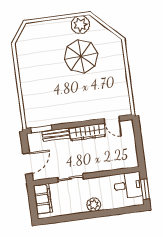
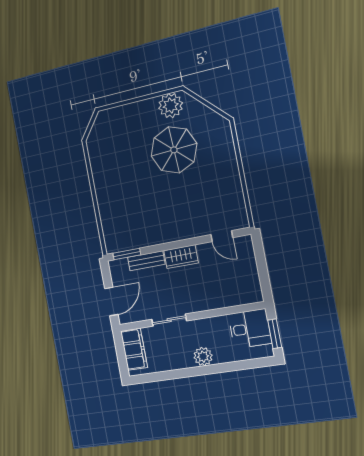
wardrobe: (87, 132) -> (181, 257), width x0.67

